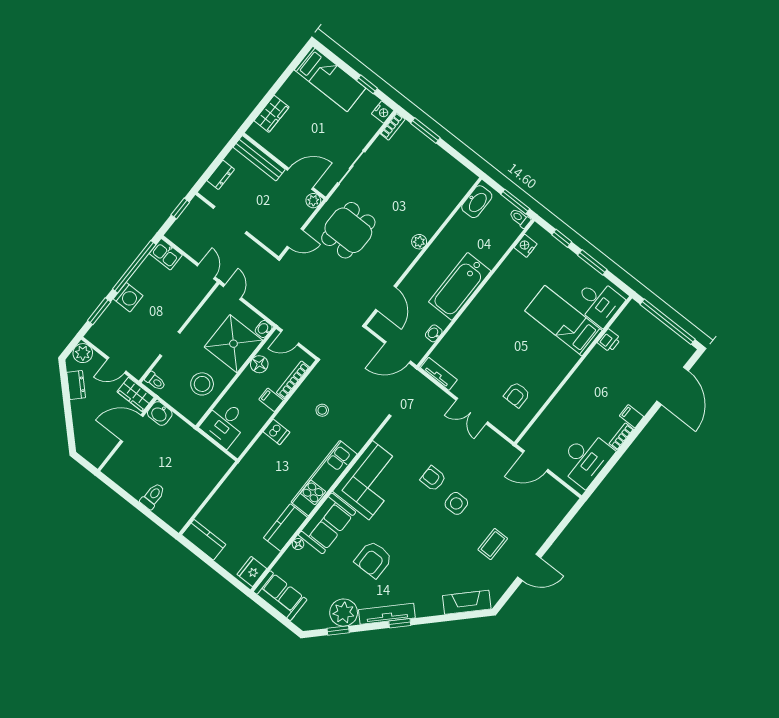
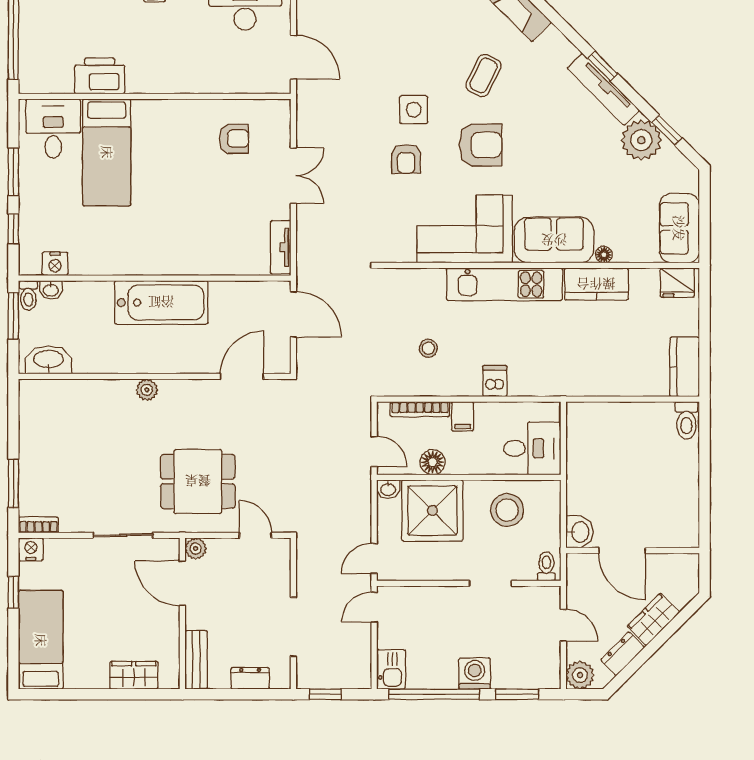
bench: (259, 158) -> (196, 660), width x0.73
washbasin: (434, 333) -> (51, 290), moved
printer: (609, 341) -> (100, 76), width x1.87, depth x1.48
wardrobe: (136, 395) -> (653, 619), moved, turned -135
toilet: (153, 496) -> (686, 420), moved, turned -90
coffee table: (493, 544) -> (483, 75), moved, turned -64
armchair: (373, 559) -> (480, 145), moved

